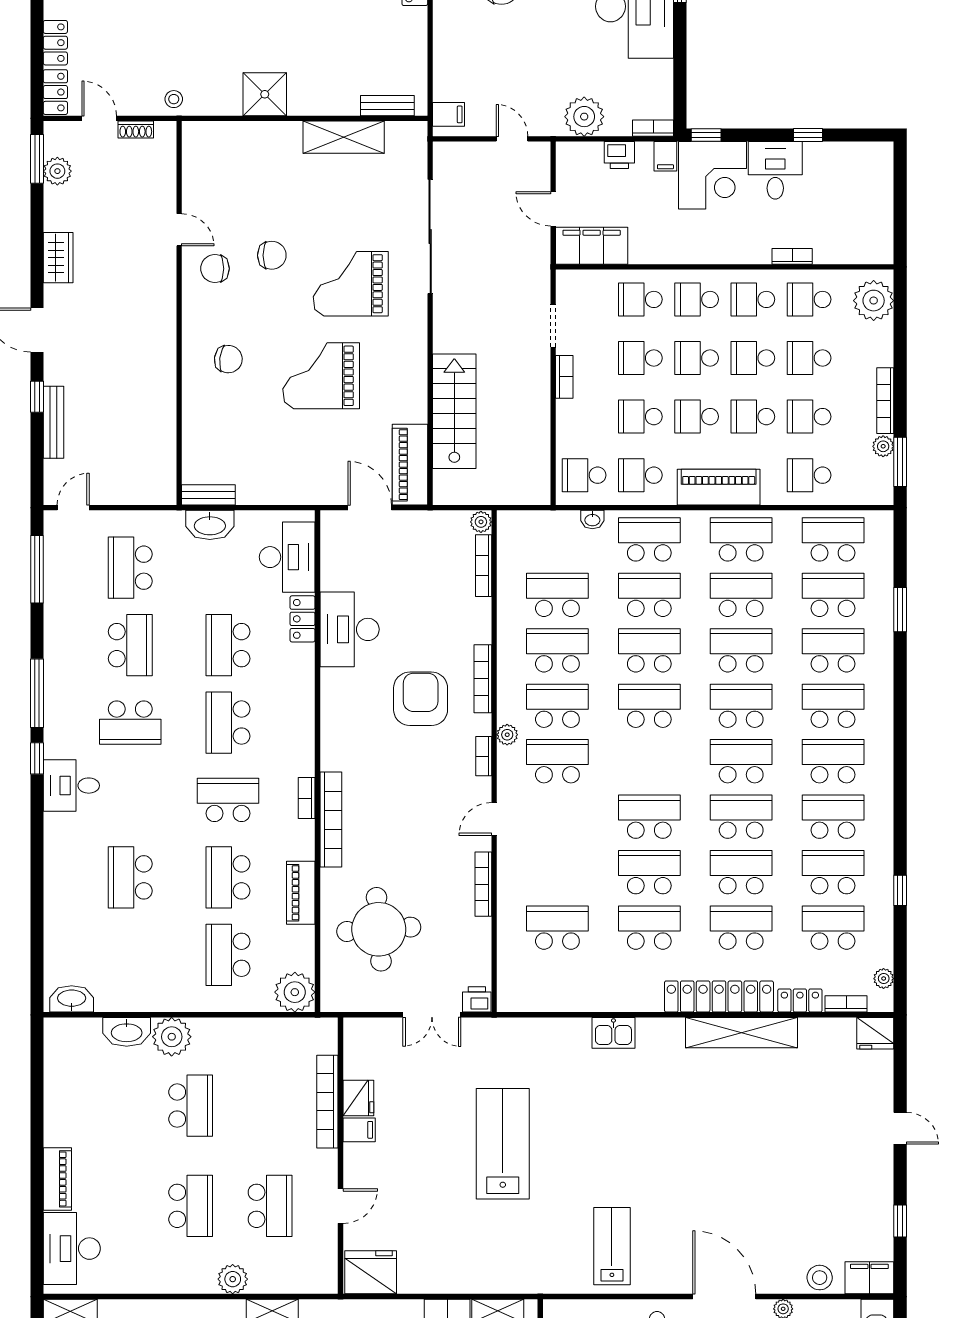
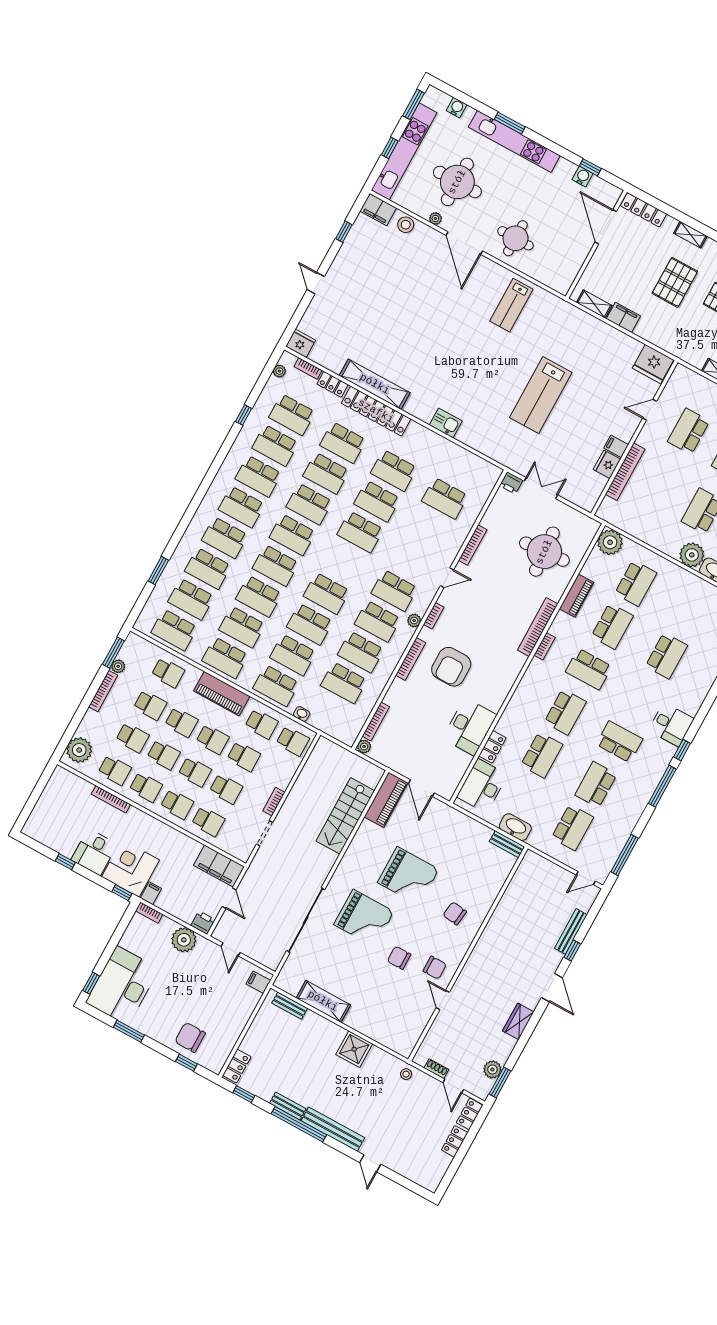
printer: (619, 155) -> (203, 923), moved
bookcase: (792, 256) -> (111, 799), width x1.56

